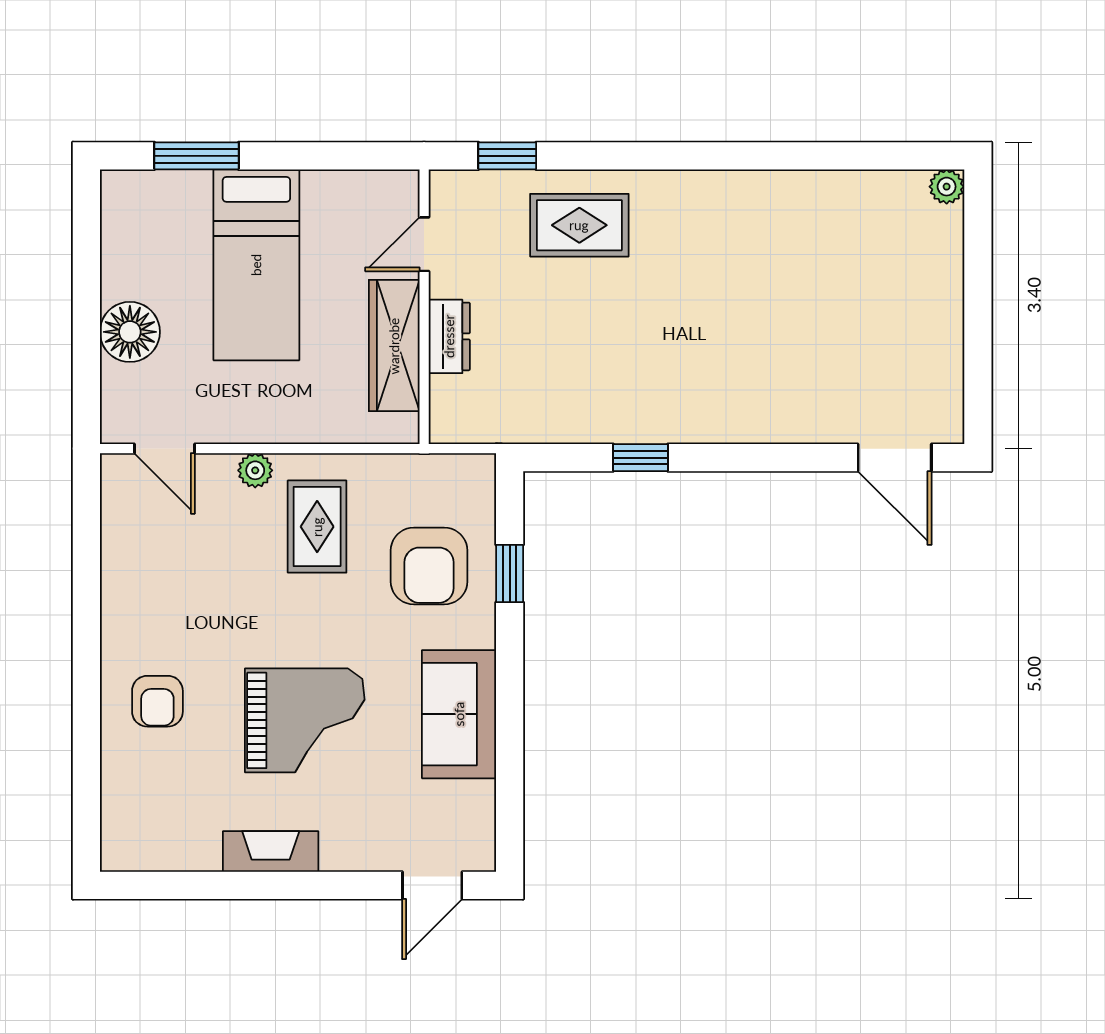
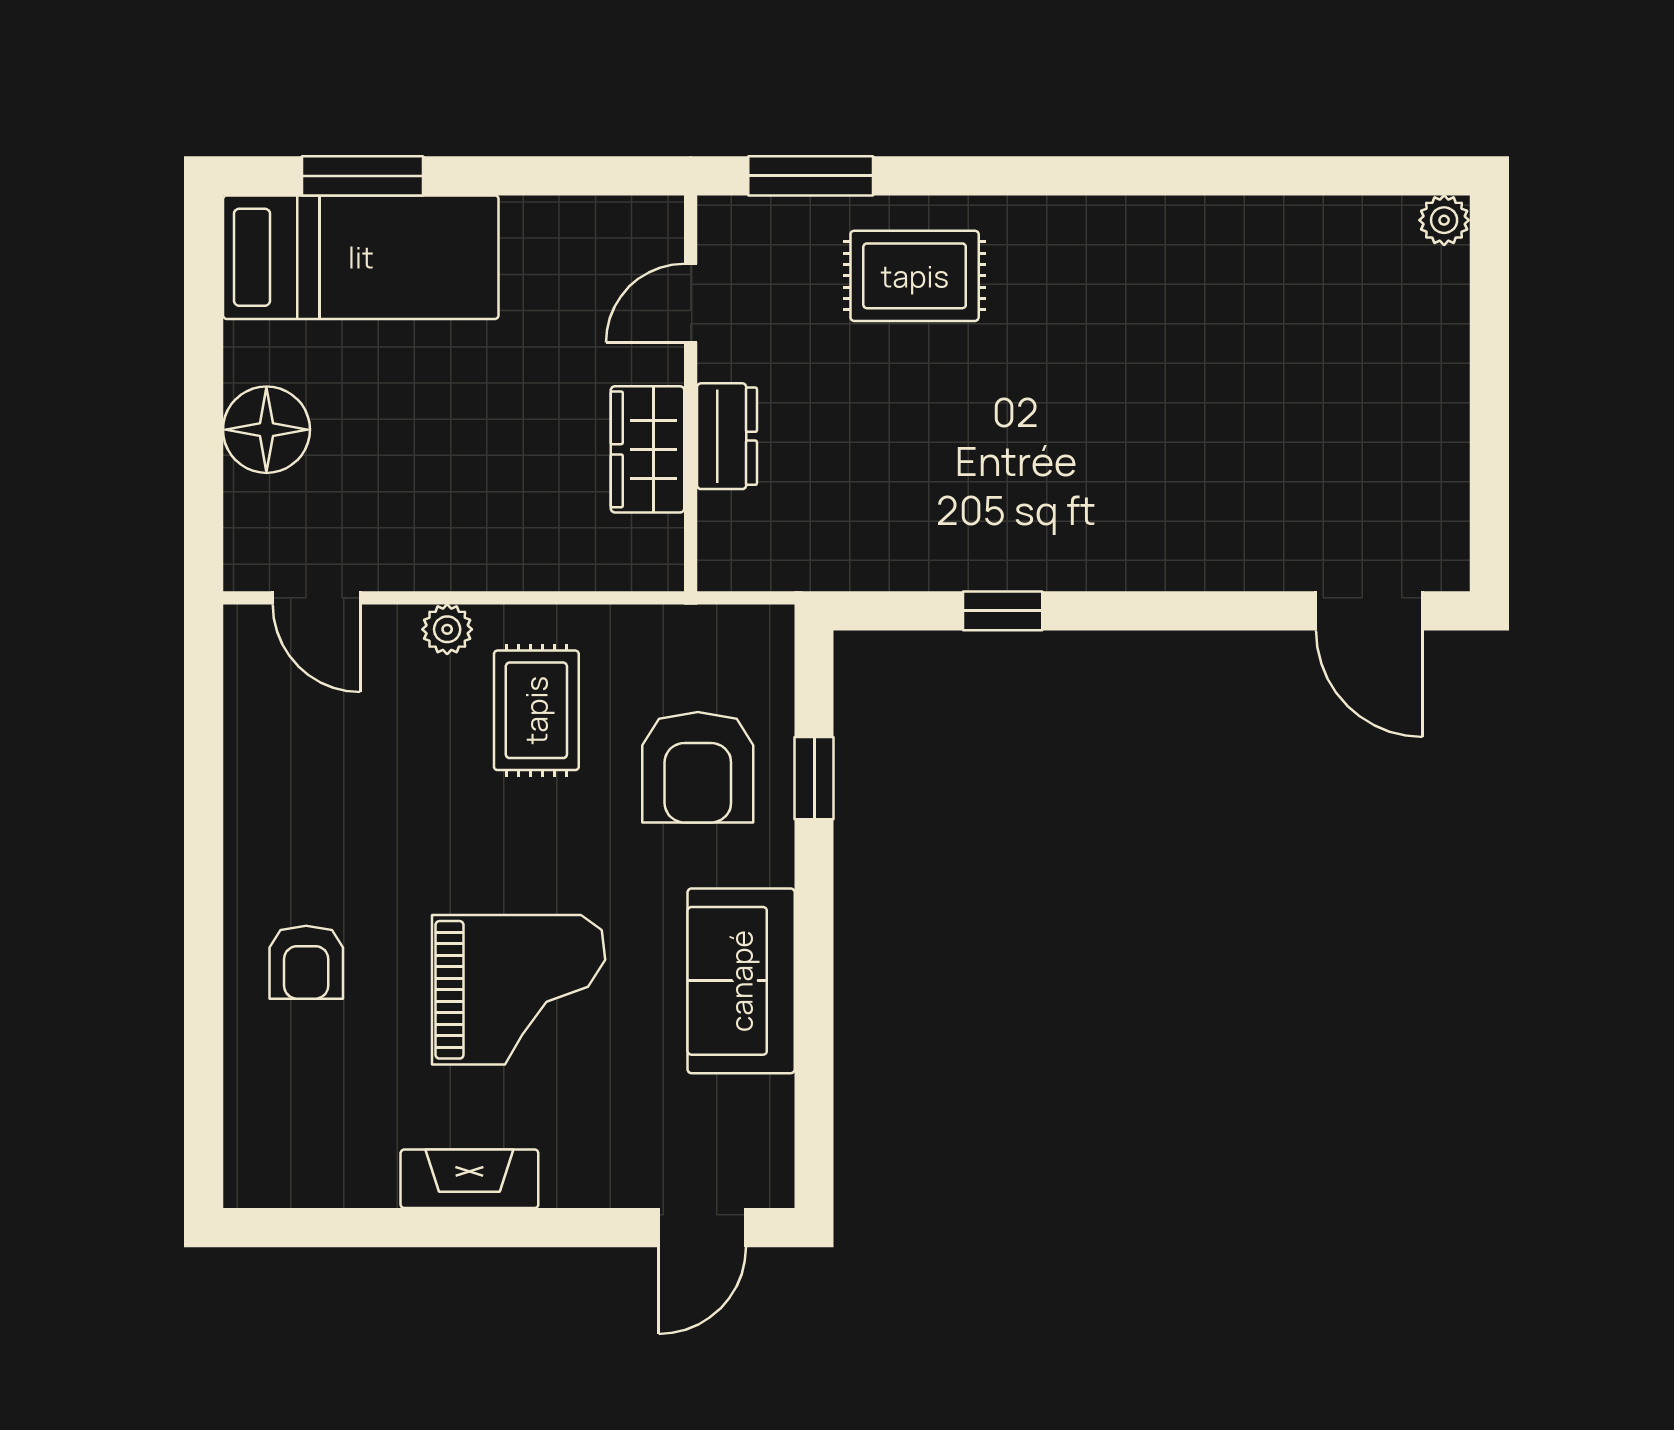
window: (507, 156) -> (811, 176), width x1.50
bed: (256, 265) -> (361, 257), moved, turned -90
wardrobe: (394, 346) -> (648, 449), width x0.67

